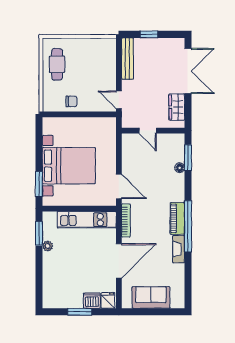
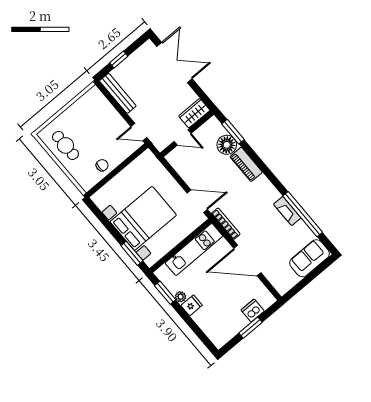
wardrobe: (177, 107) -> (194, 113), moved, turned 90
floor lamp: (180, 168) -> (227, 145), width x1.89, depth x1.89
piano: (177, 218) -> (246, 164), moved
window: (188, 226) -> (303, 214), moved
door: (119, 261) -> (247, 261), swing flipped
sofa: (151, 297) -> (309, 258), moved
fridge: (108, 300) -> (192, 305), moved, turned 90

